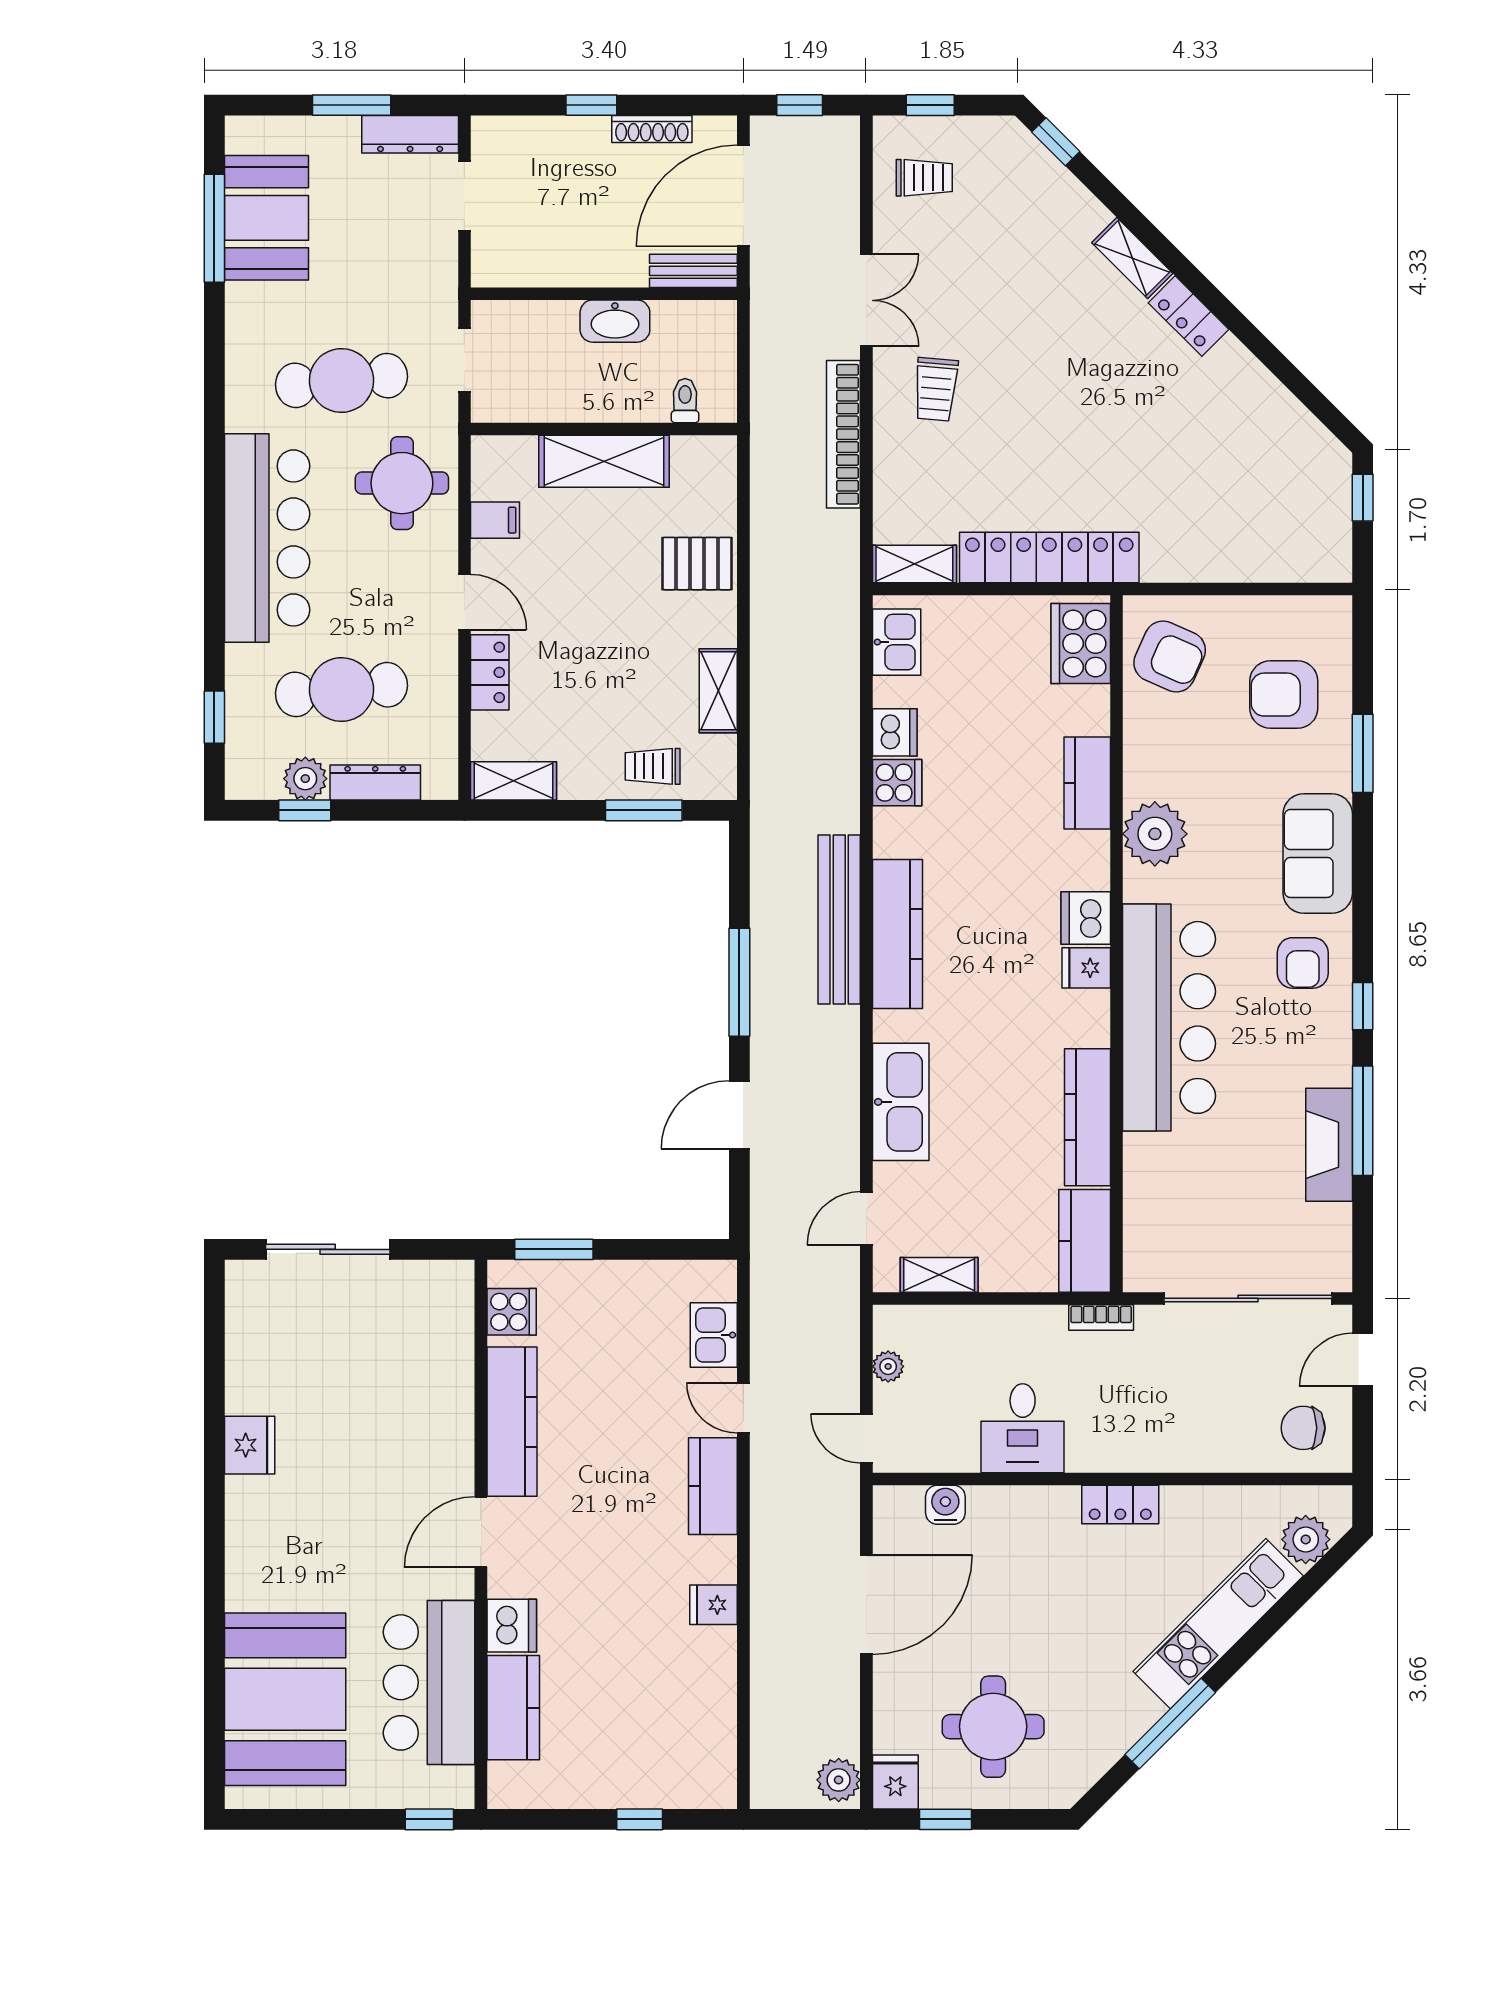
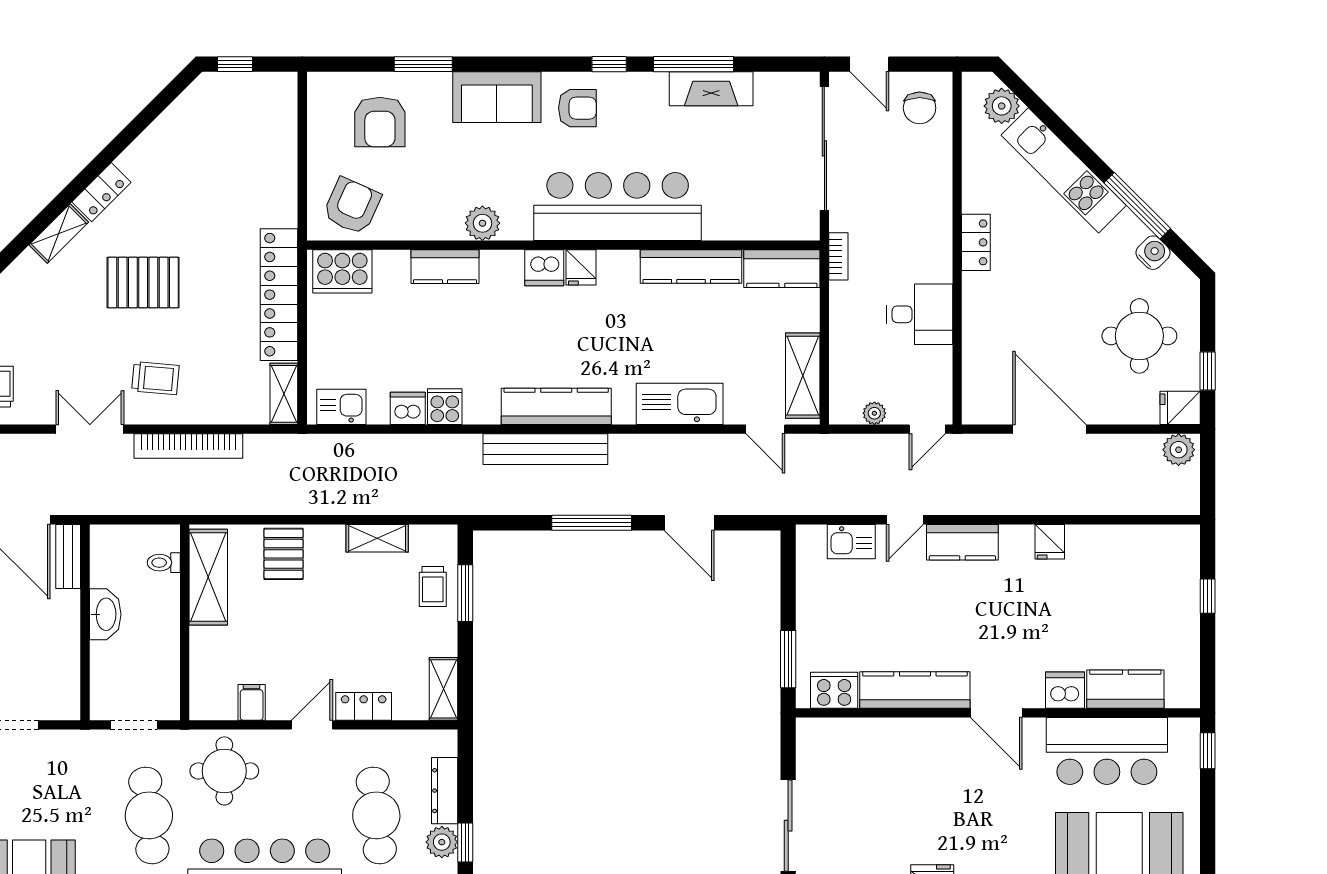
pallet: (1066, 373) -> (143, 283), added
shelving: (604, 461) -> (208, 577), moved
plant: (1155, 834) -> (482, 223), width x0.73, depth x0.73
shelving: (939, 1275) -> (803, 376), width x1.50, depth x1.33
cooker: (512, 1312) -> (834, 690), width x1.36
water cooler: (945, 1505) -> (1153, 253), moved, turned 135

